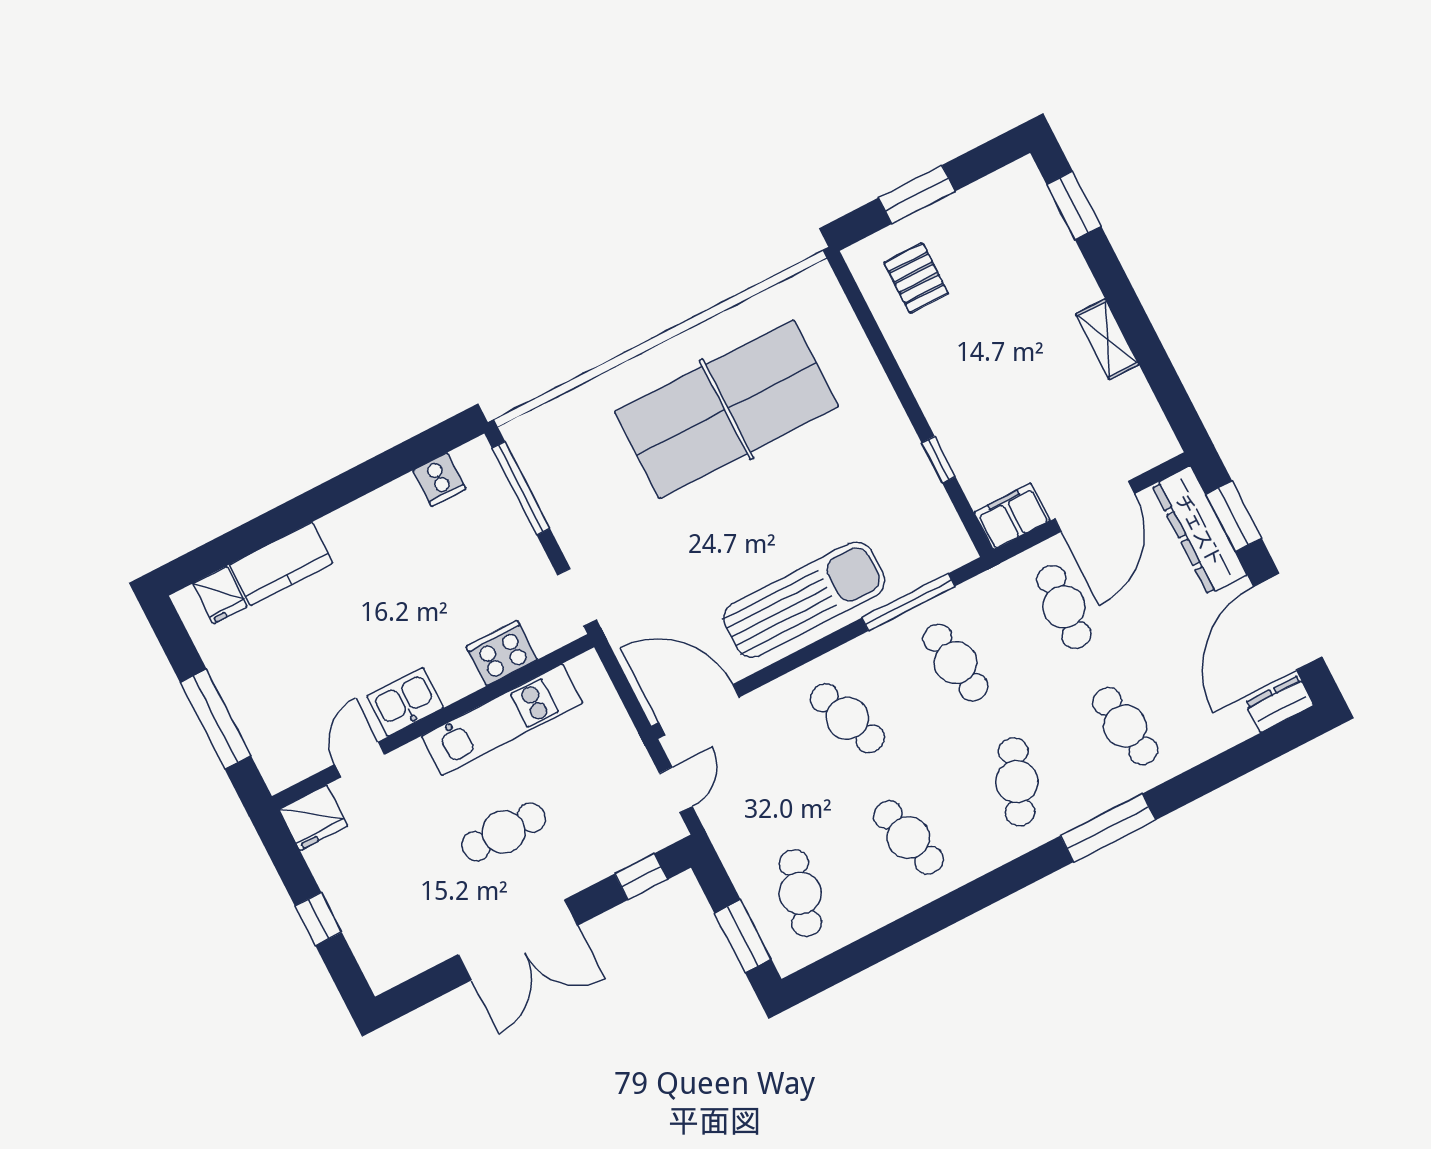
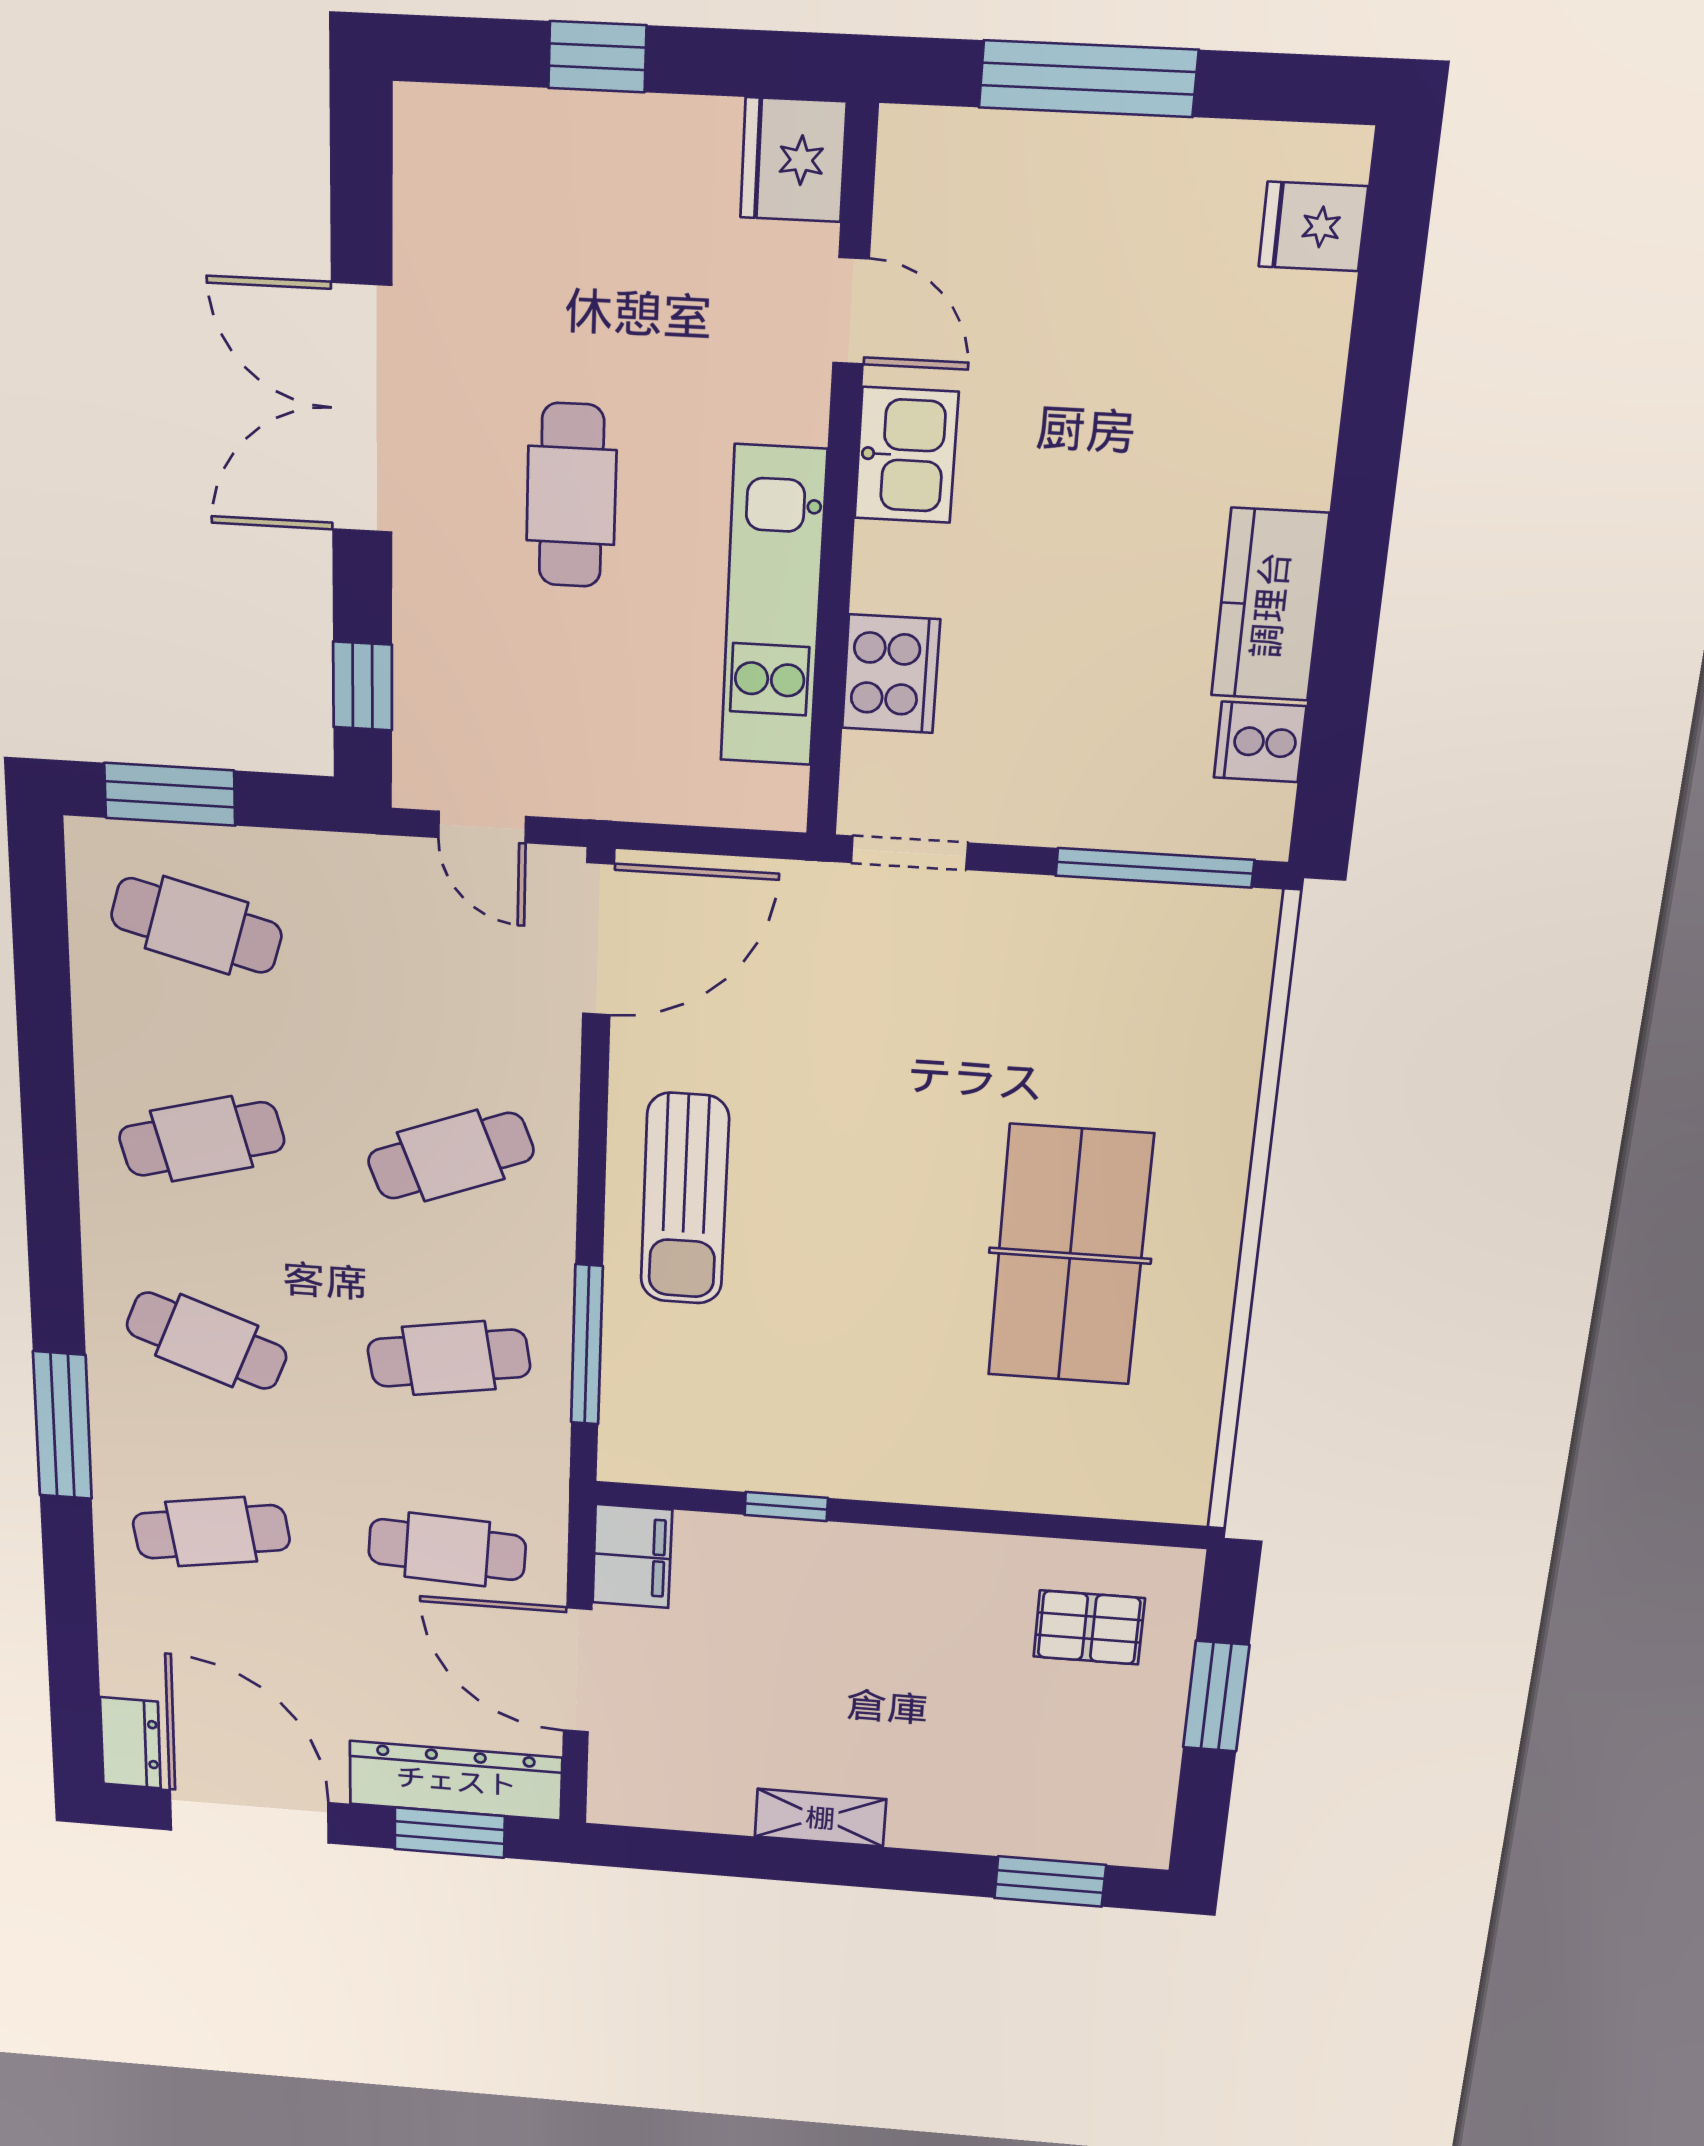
table tennis table: (726, 409) -> (1070, 1256), width x0.73, depth x0.76
kitchen counter: (281, 564) -> (1270, 605), moved
sun lounger: (804, 600) -> (685, 1199), width x0.73, depth x0.75

